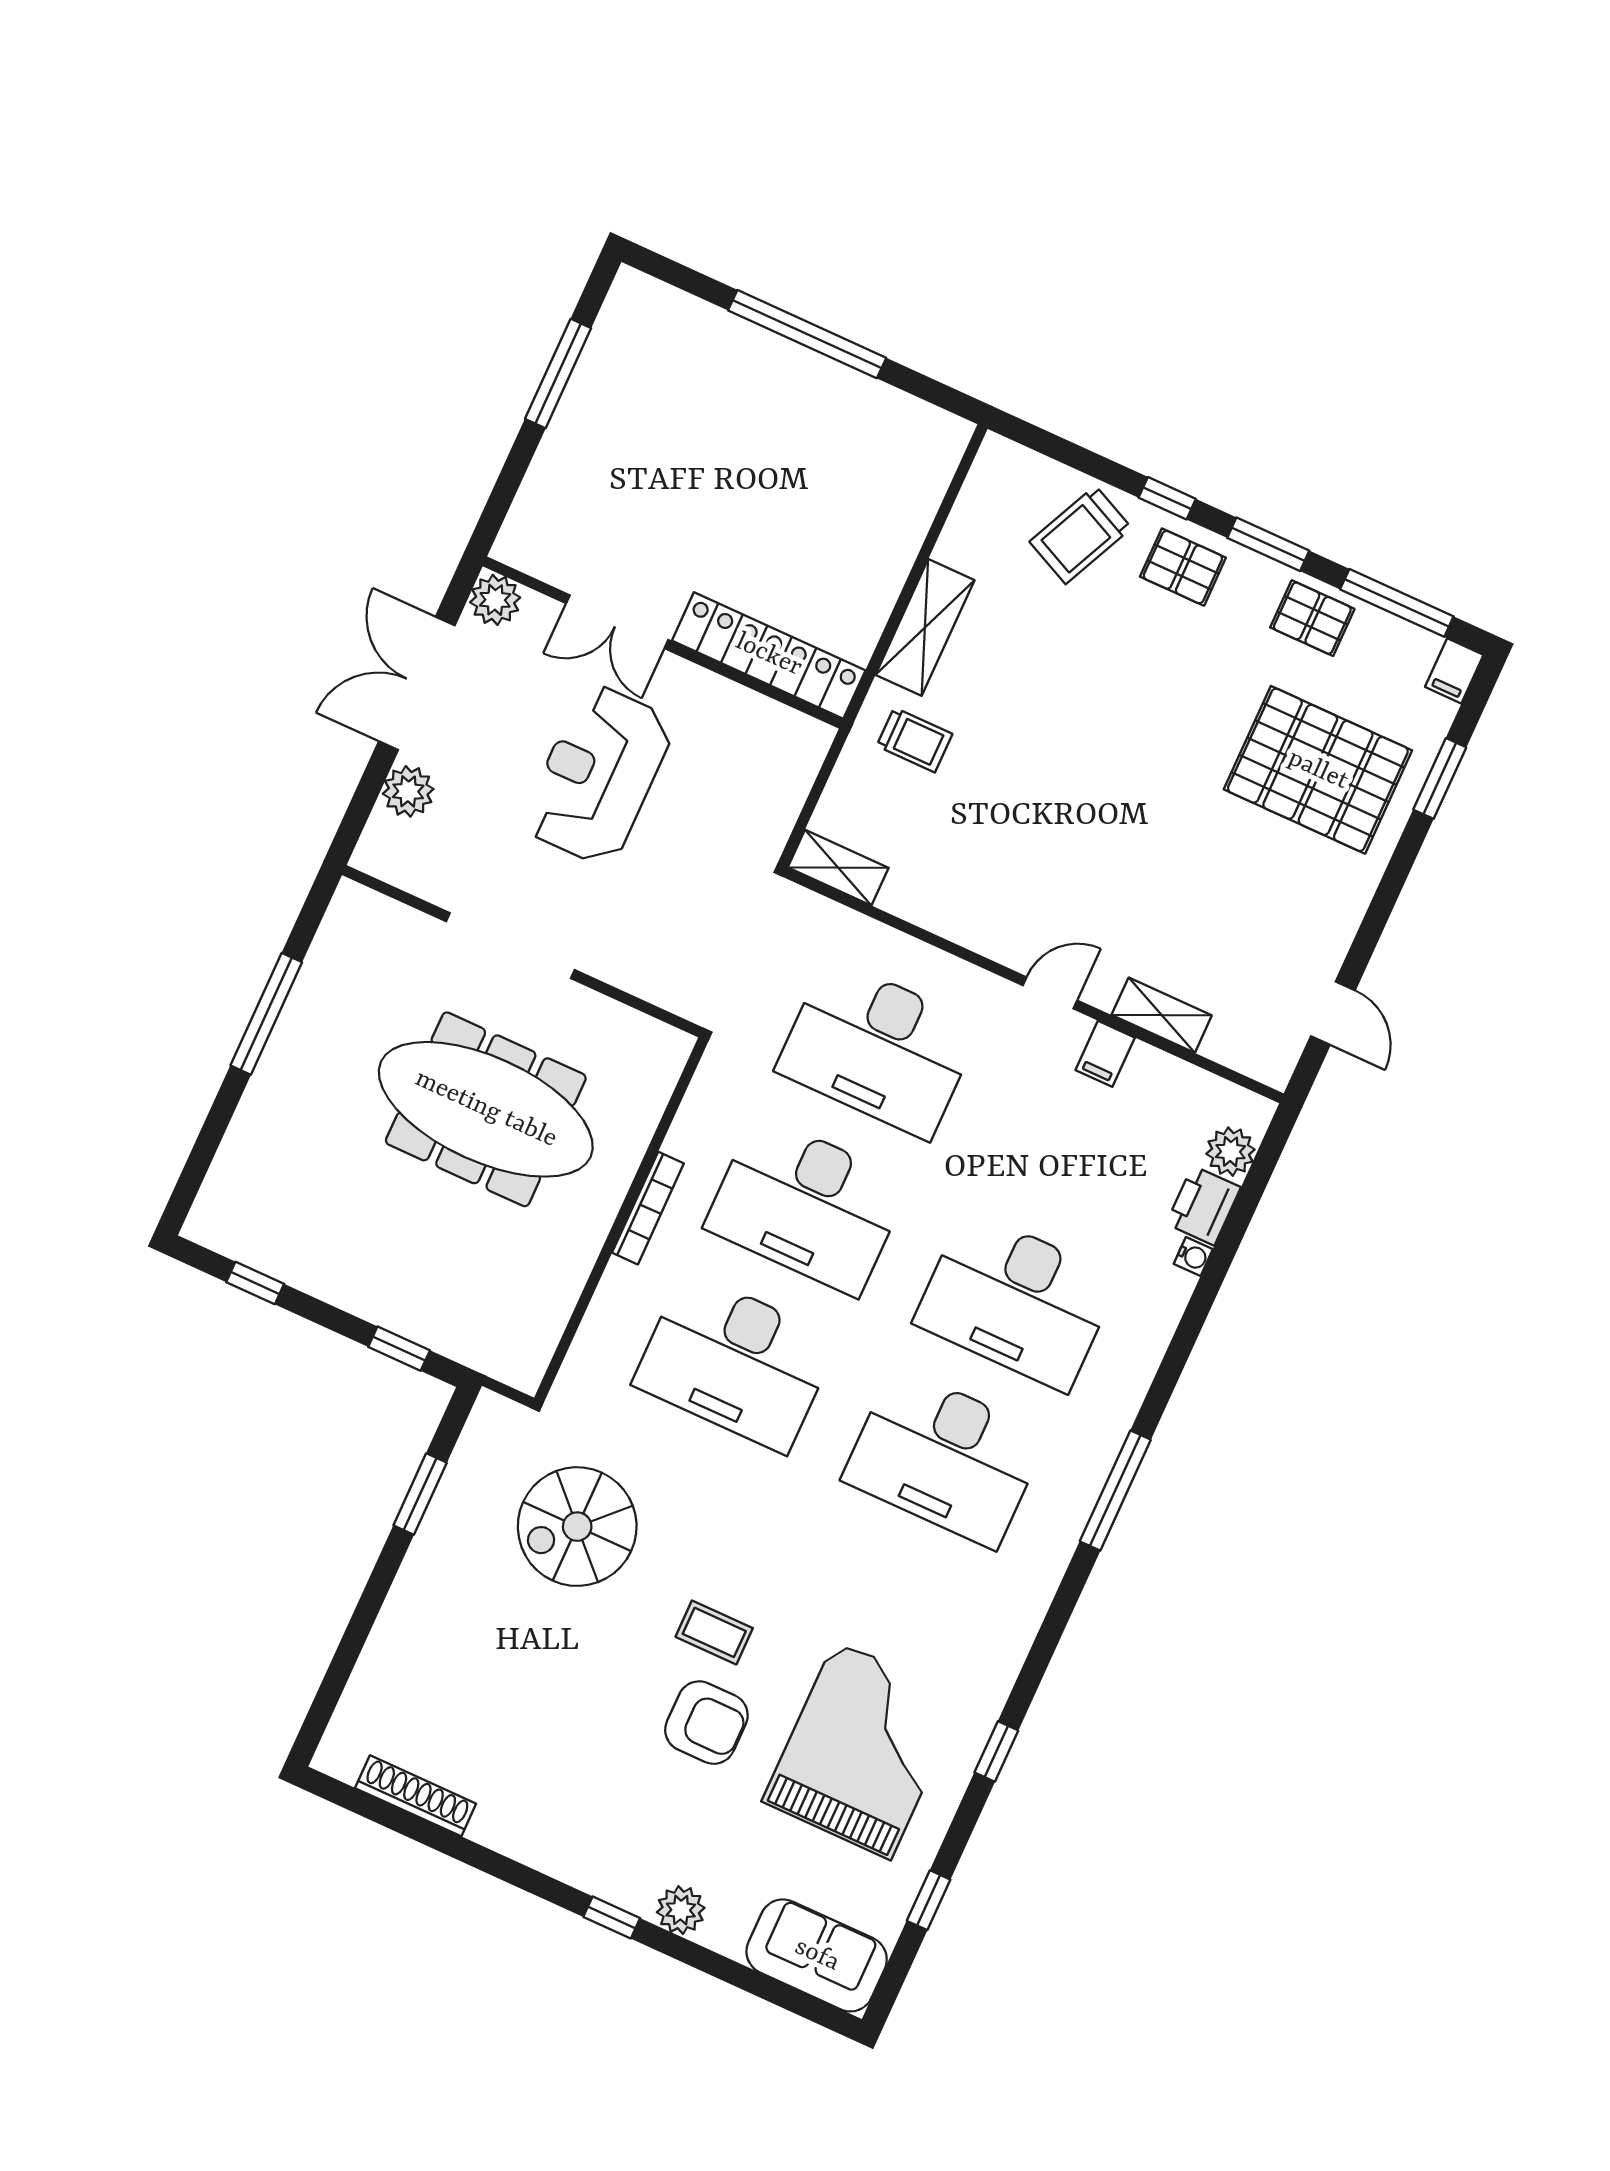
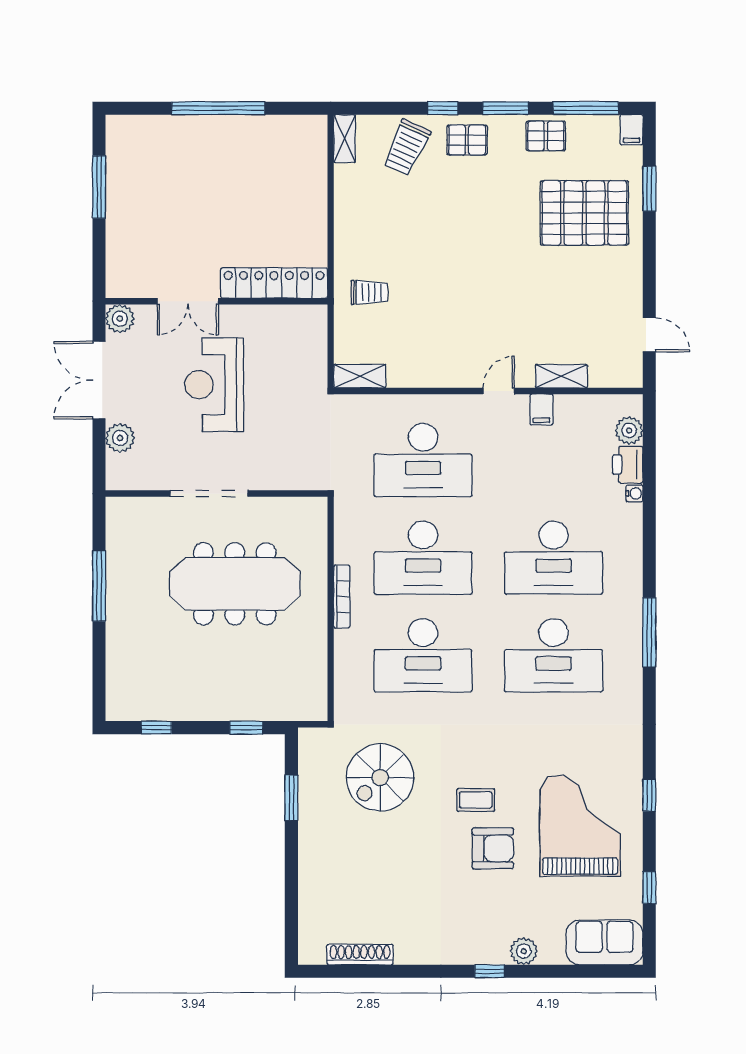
shelving: (925, 627) -> (345, 139), moved, width x0.67, depth x0.75

